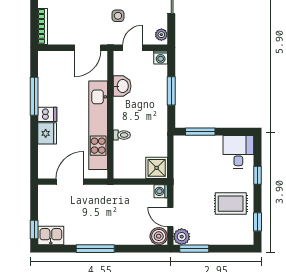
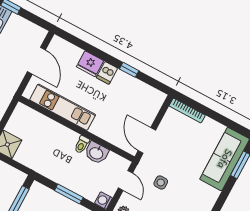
window: (34, 96) -> (129, 70), width x0.46
kitchen unit: (98, 125) -> (63, 107), width x0.73
toilet: (122, 135) -> (82, 145), moved

